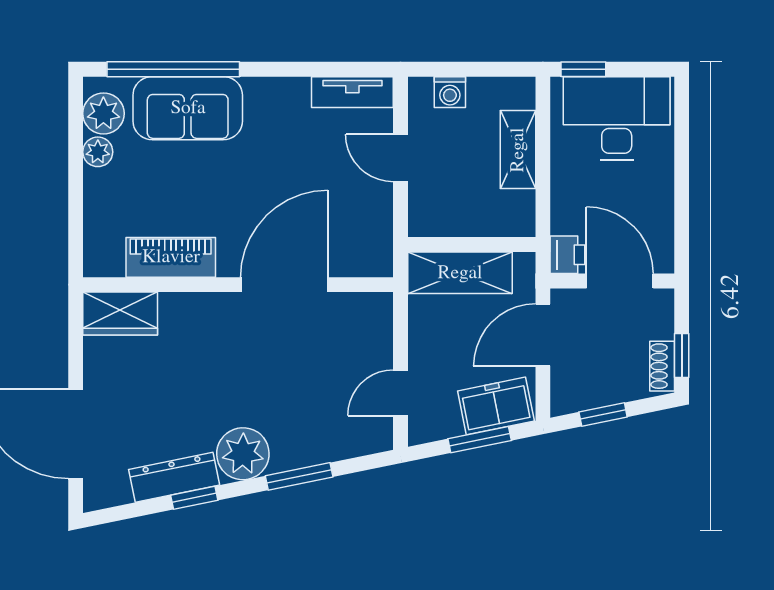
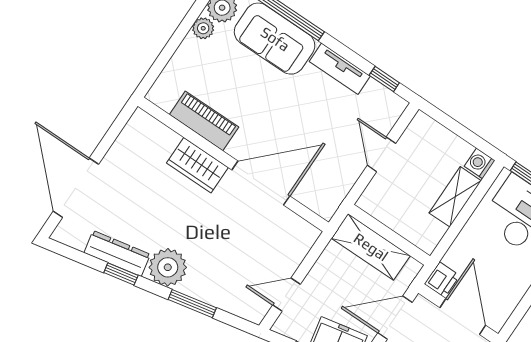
window: (345, 69) -> (384, 79), added
tv unit: (352, 92) -> (340, 69), moved
washing machine: (450, 92) -> (480, 163), moved, turned 90
wardrobe: (120, 314) -> (197, 165), moved

